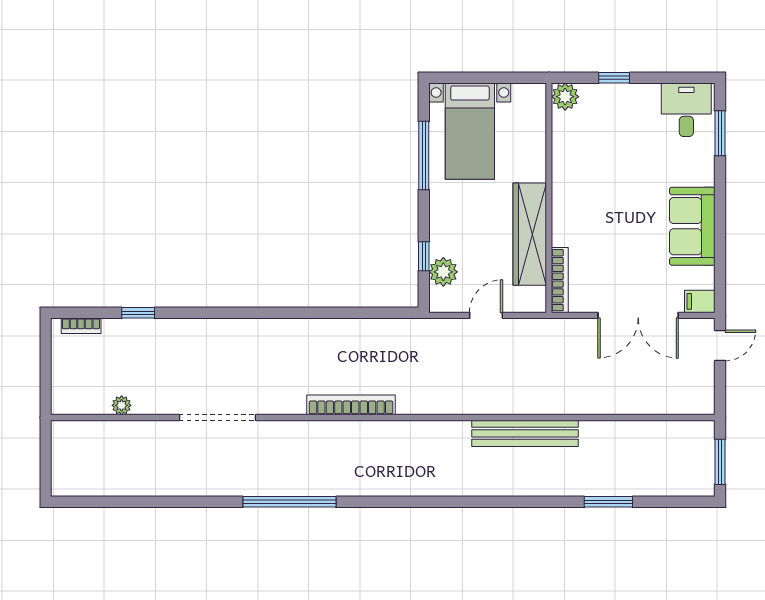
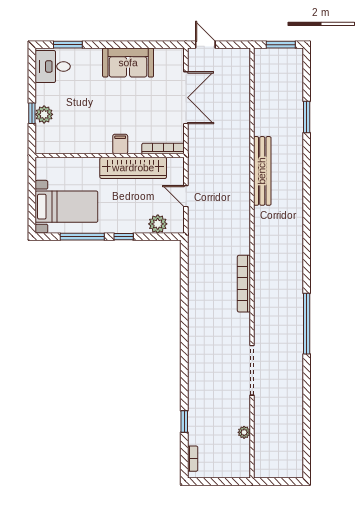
plant: (565, 97) -> (44, 114), moved
window: (424, 256) -> (124, 237), moved
filing cabinet: (700, 301) -> (120, 144), moved, turned 180

